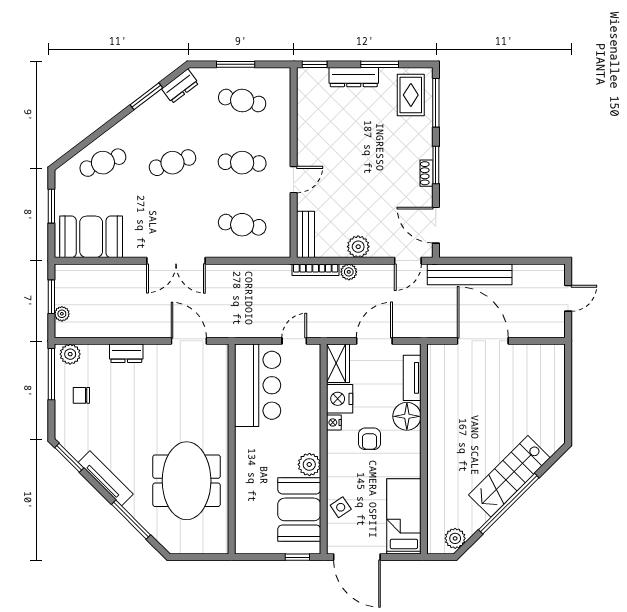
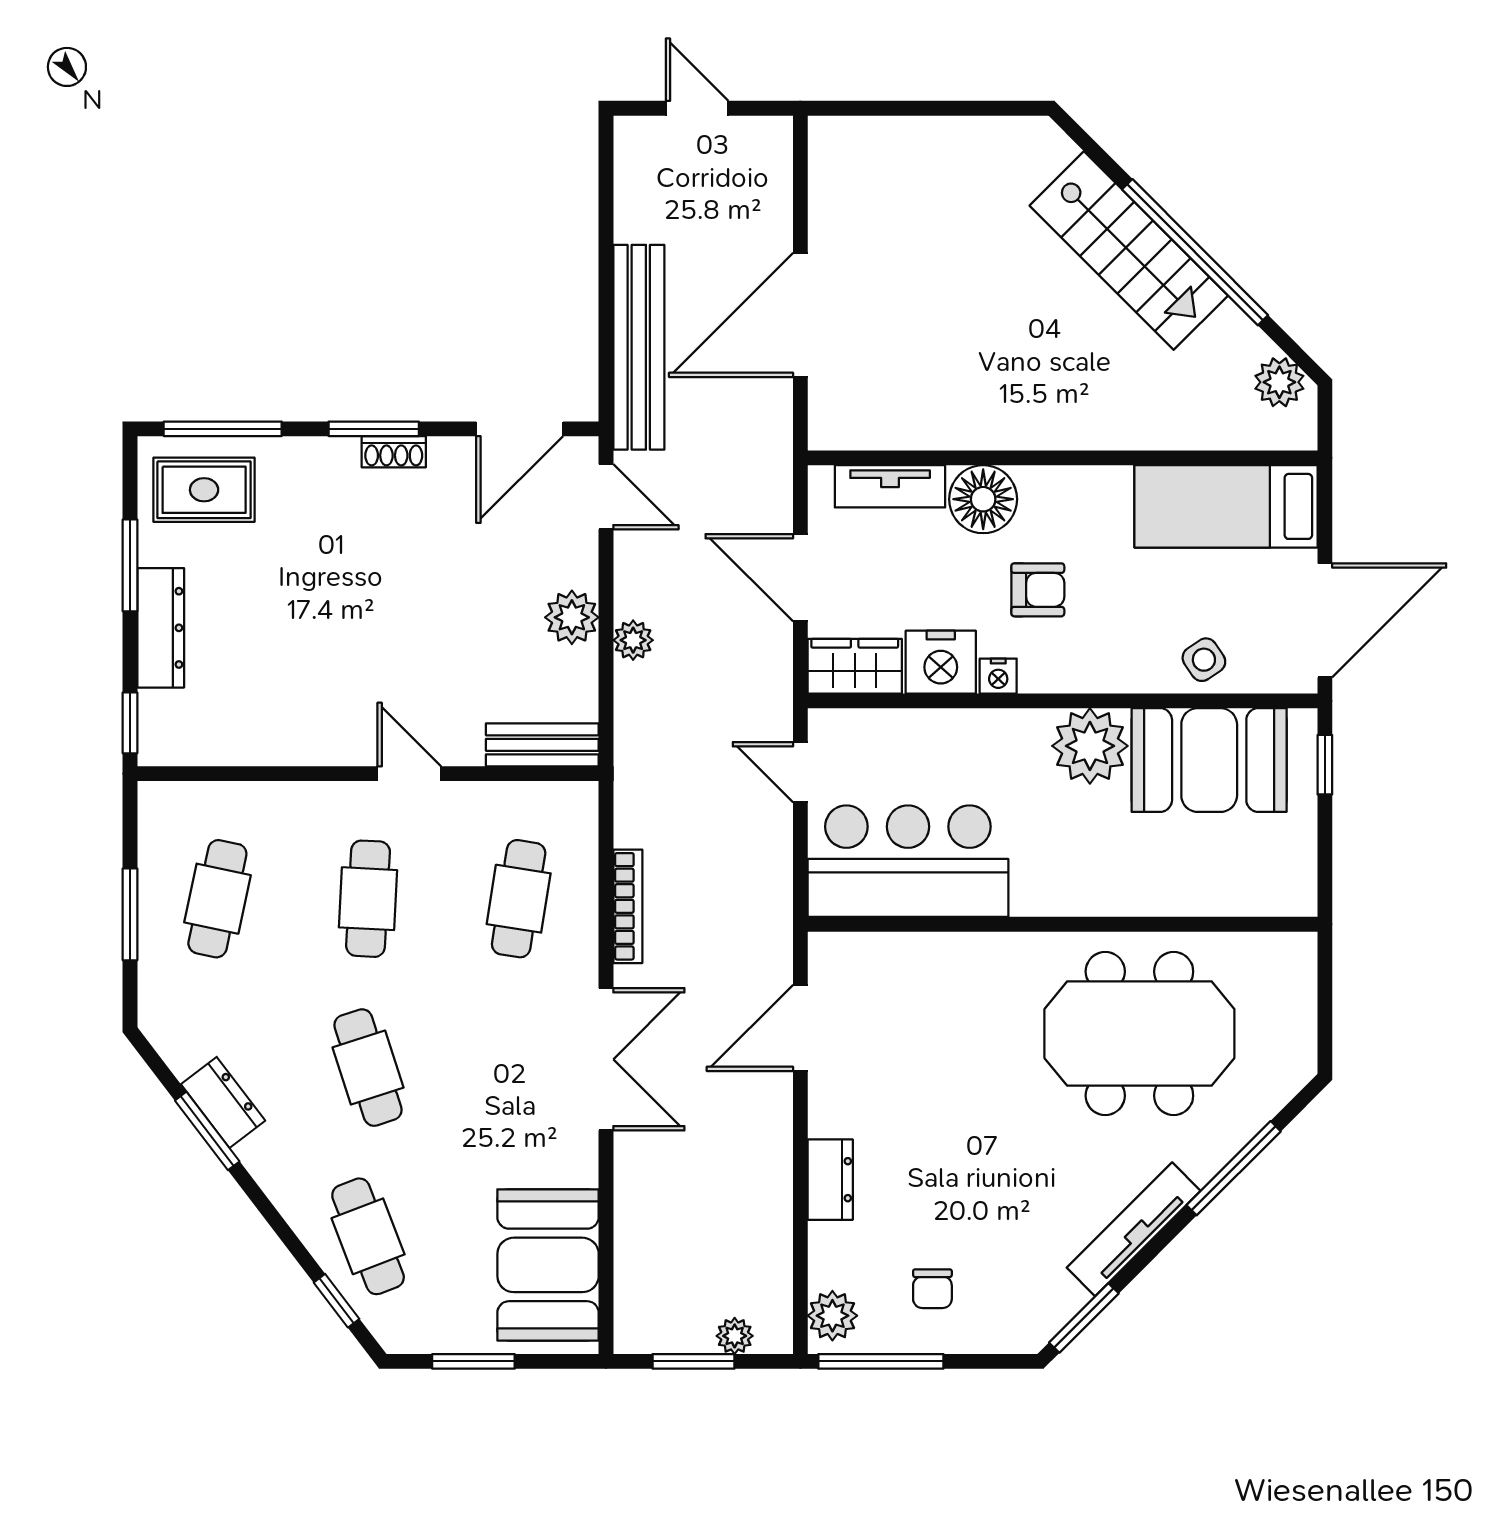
dresser: (180, 86) -> (223, 1102), moved
window: (76, 150) -> (337, 1301), added
bookcase: (316, 270) -> (628, 906), moved
plant: (309, 464) -> (1090, 746), width x1.36, depth x1.36

